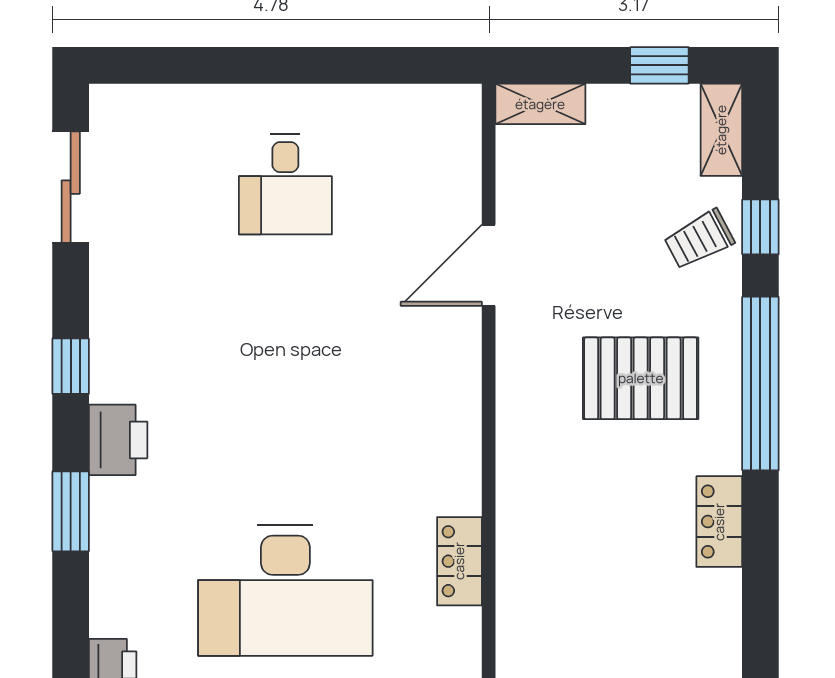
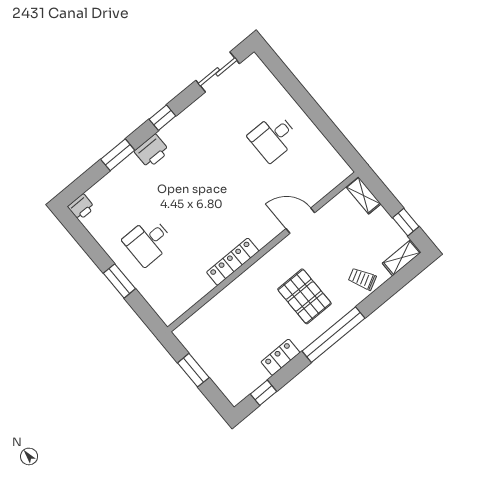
window: (760, 227) -> (263, 393), moved
locker: (459, 561) -> (233, 262), moved, width x1.53
desk: (285, 591) -> (148, 241), width x0.53, depth x0.77

